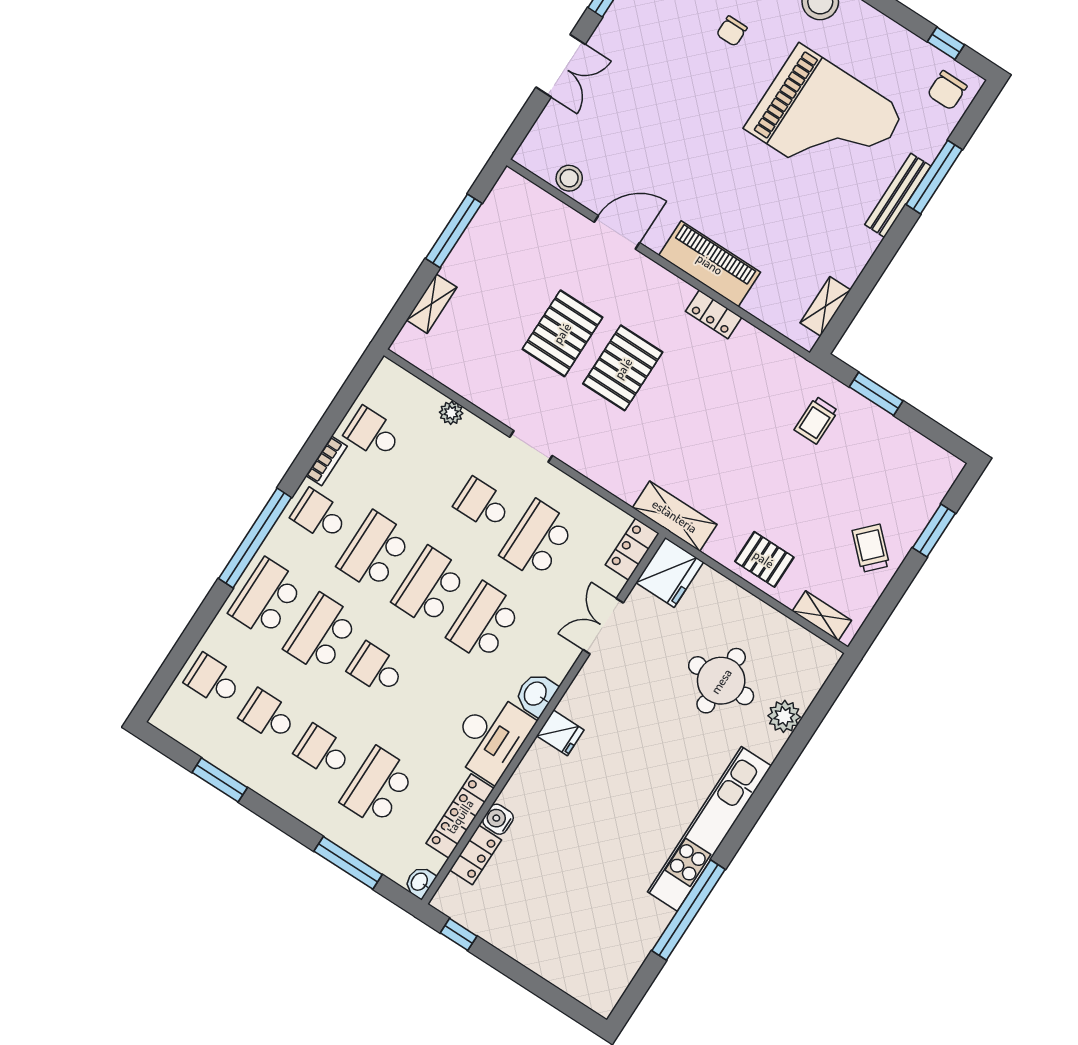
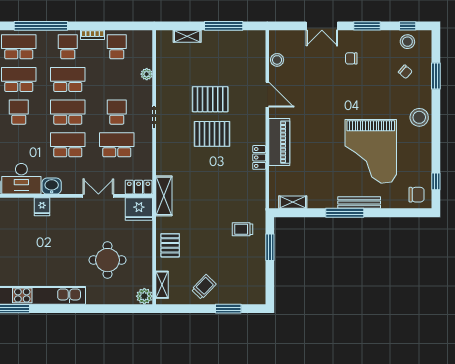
chair: (732, 31) -> (351, 58), moved
chair: (947, 90) -> (417, 195), turned 180
window: (934, 177) -> (345, 213), moved
plant: (784, 716) -> (144, 296), moved

